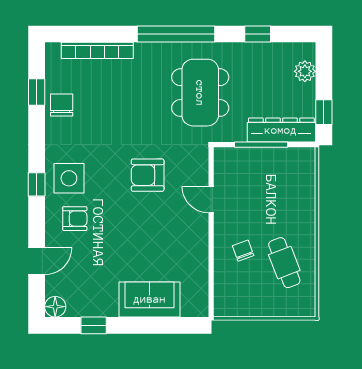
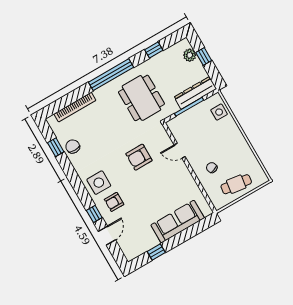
window: (324, 112) -> (204, 56), moved
side table: (300, 177) -> (219, 112), added
window: (37, 184) -> (94, 214), moved
armchair: (75, 219) -> (114, 202), turned 180
cafe table: (284, 263) -> (236, 184), moved, turned -61
sofa: (150, 299) -> (178, 222), width x1.36
floor lamp: (55, 307) -> (131, 254), removed

